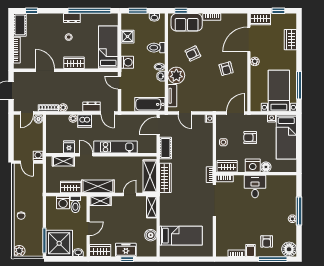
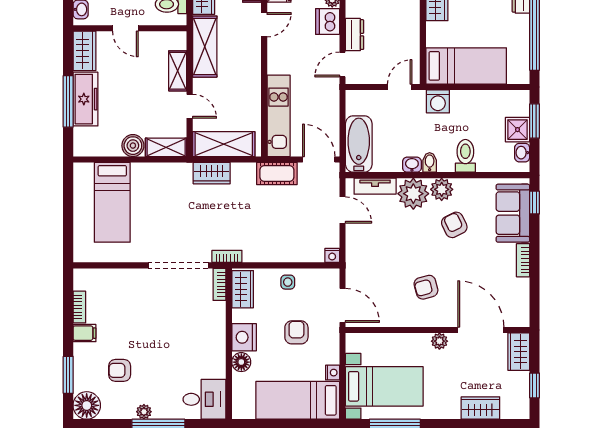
shower: (128, 37) -> (517, 130), moved
plant: (174, 60) -> (442, 189), added
door: (185, 113) -> (342, 210), swing flipped
kitchen unit: (115, 147) -> (279, 116), moved
wardrobe: (165, 178) -> (212, 173), width x0.67
desk: (255, 187) -> (204, 399), moved
shelving: (100, 201) -> (178, 71), moved
boiler: (151, 235) -> (133, 146), moved
armchair: (267, 241) -> (120, 370), moved
freezer: (126, 250) -> (85, 99), width x1.40
window: (127, 259) -> (68, 101), width x2.17
window: (273, 259) -> (68, 375), width x0.69

